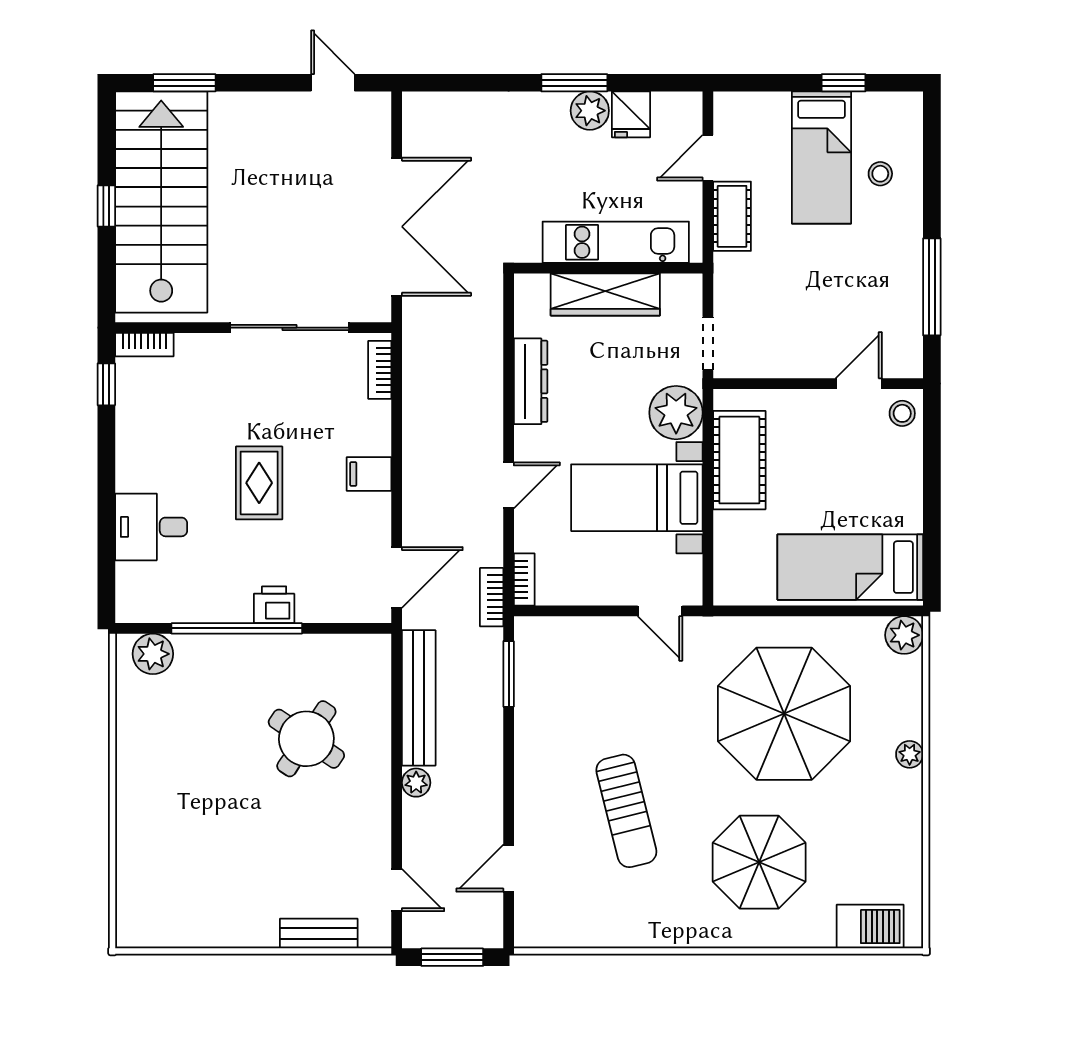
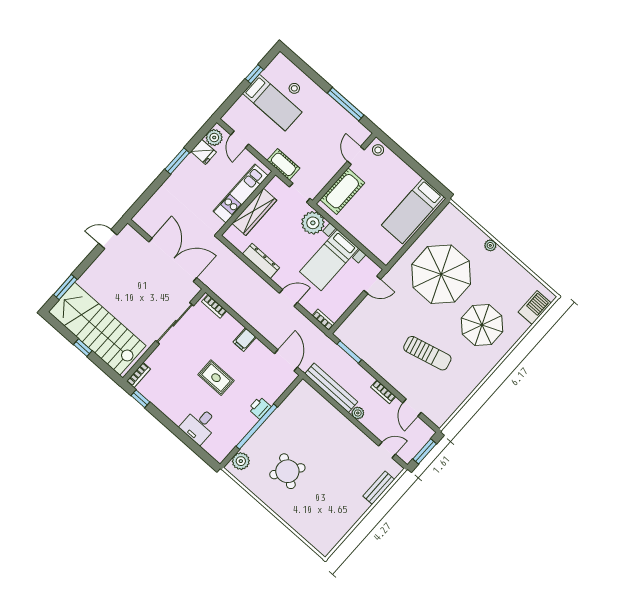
plant: (590, 111) -> (214, 137), moved
cot: (732, 216) -> (283, 164), moved
cot: (739, 460) -> (342, 191), moved, turned 90
door: (509, 485) -> (288, 298), hinge flipped
bookcase: (492, 597) -> (383, 392), moved
plant: (904, 635) -> (450, 213), removed
round table: (306, 739) -> (287, 471), moved

